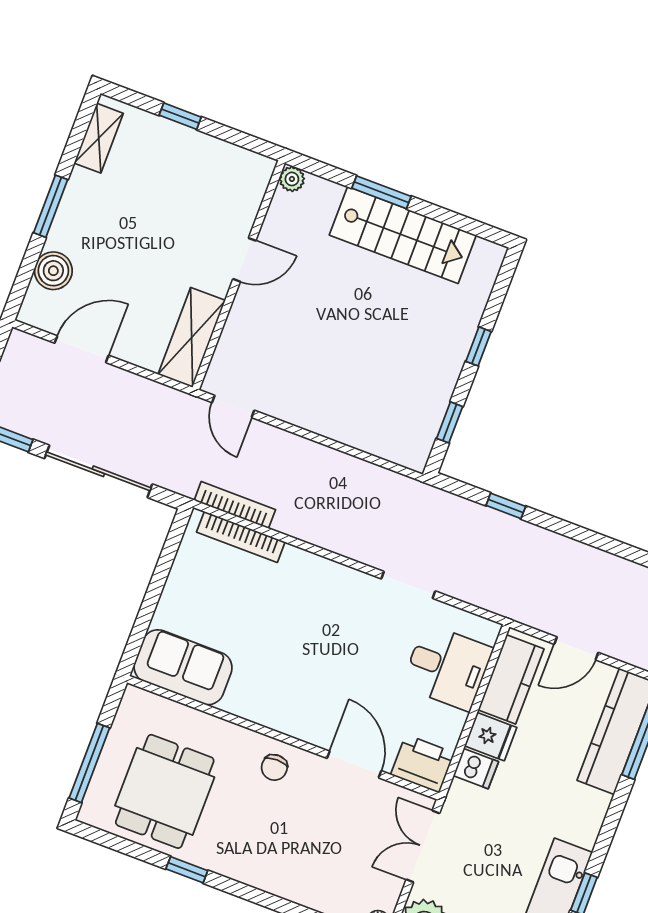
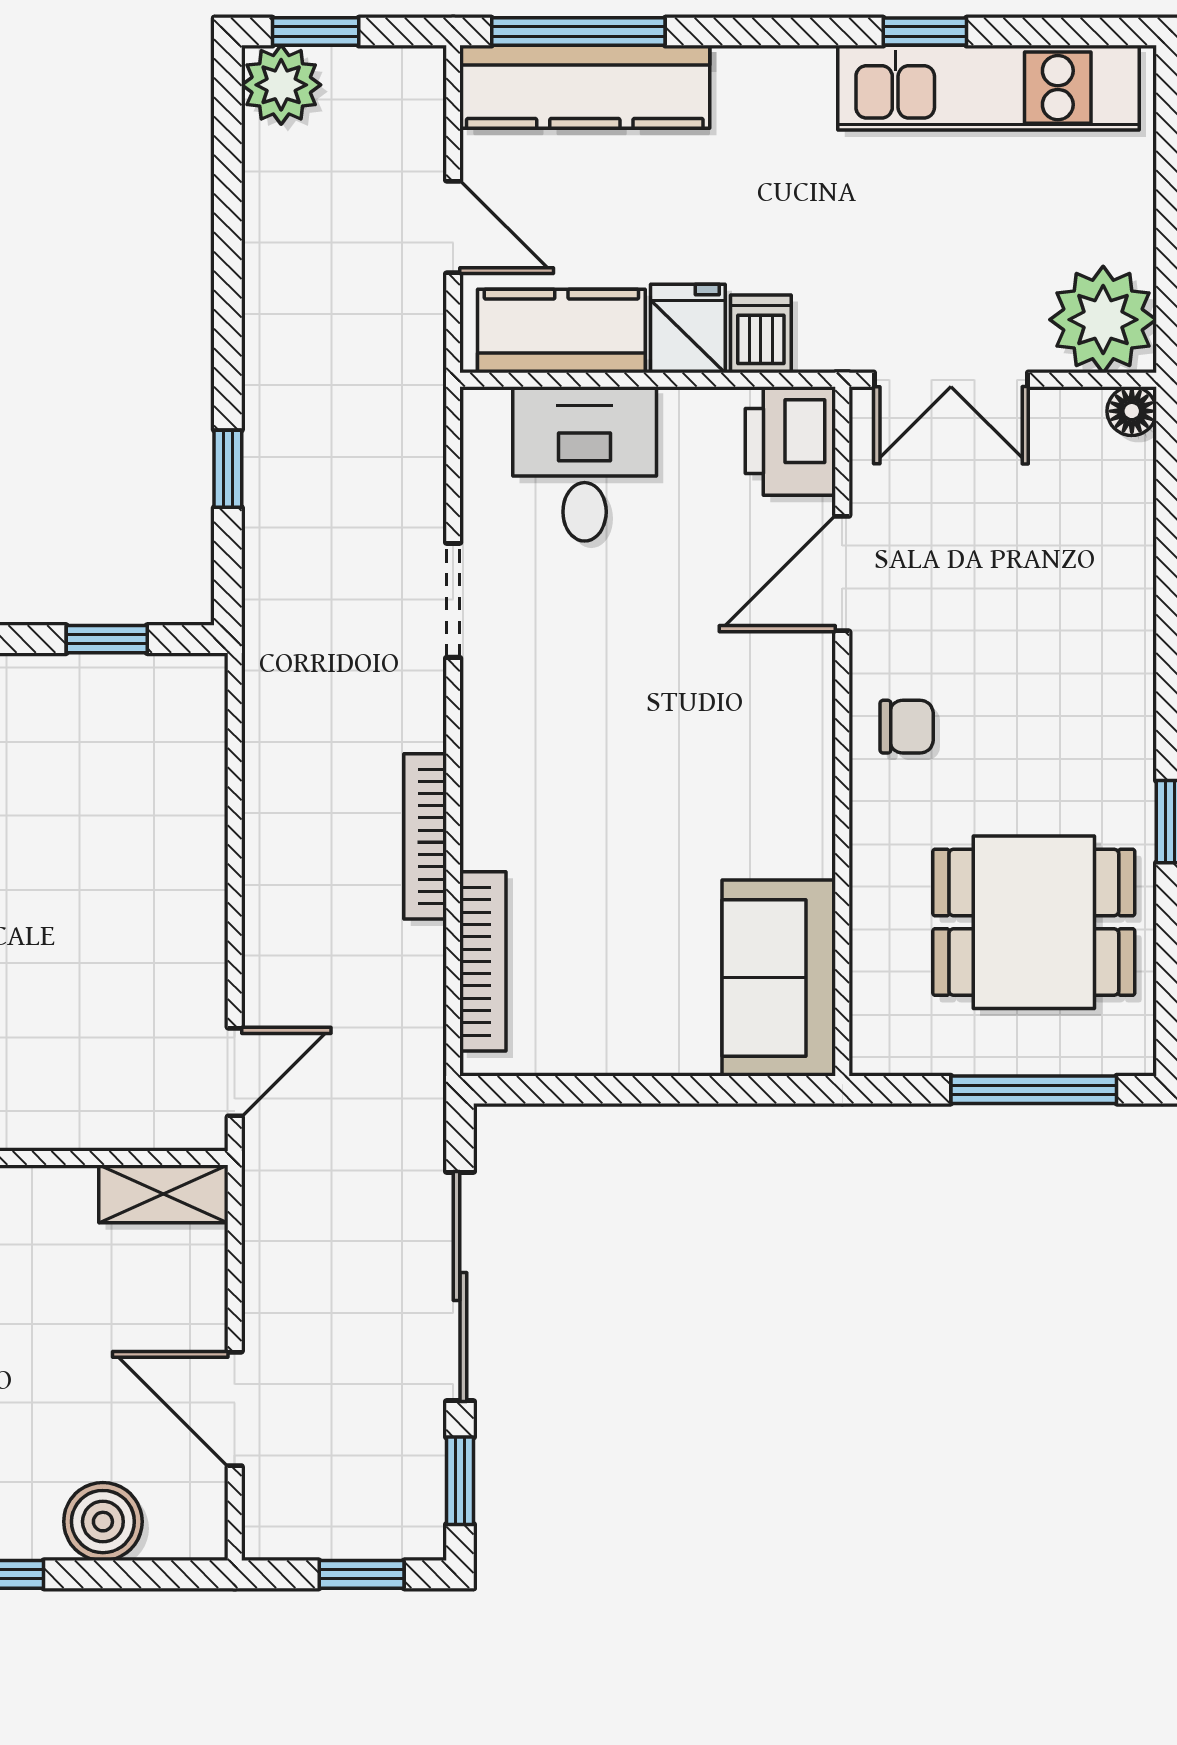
shelving: (192, 337) -> (163, 1194), width x0.67, depth x0.75
bookcase: (235, 505) -> (425, 836), moved

